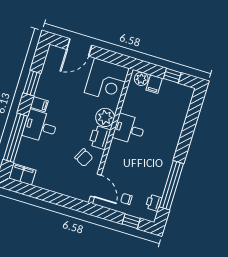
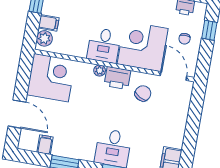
filing cabinet: (39, 104) -> (45, 145), moved
plant: (105, 117) -> (100, 71), width x0.53, depth x0.53
corner desk: (124, 162) -> (143, 46), added
door: (96, 186) -> (173, 76), hinge flipped

